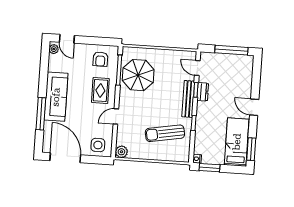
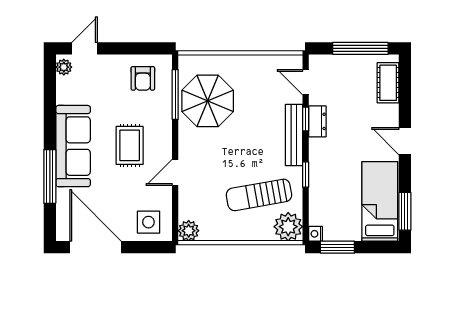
door: (67, 39) -> (85, 48), swing flipped
cot: (246, 72) -> (388, 83), added
rug: (100, 91) -> (130, 145), moved
plant: (181, 153) -> (288, 227), added

